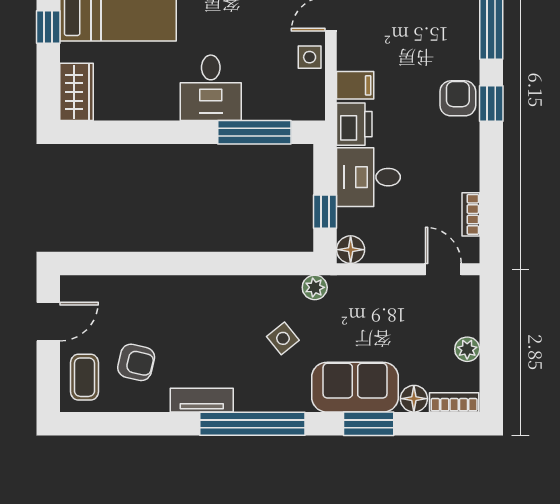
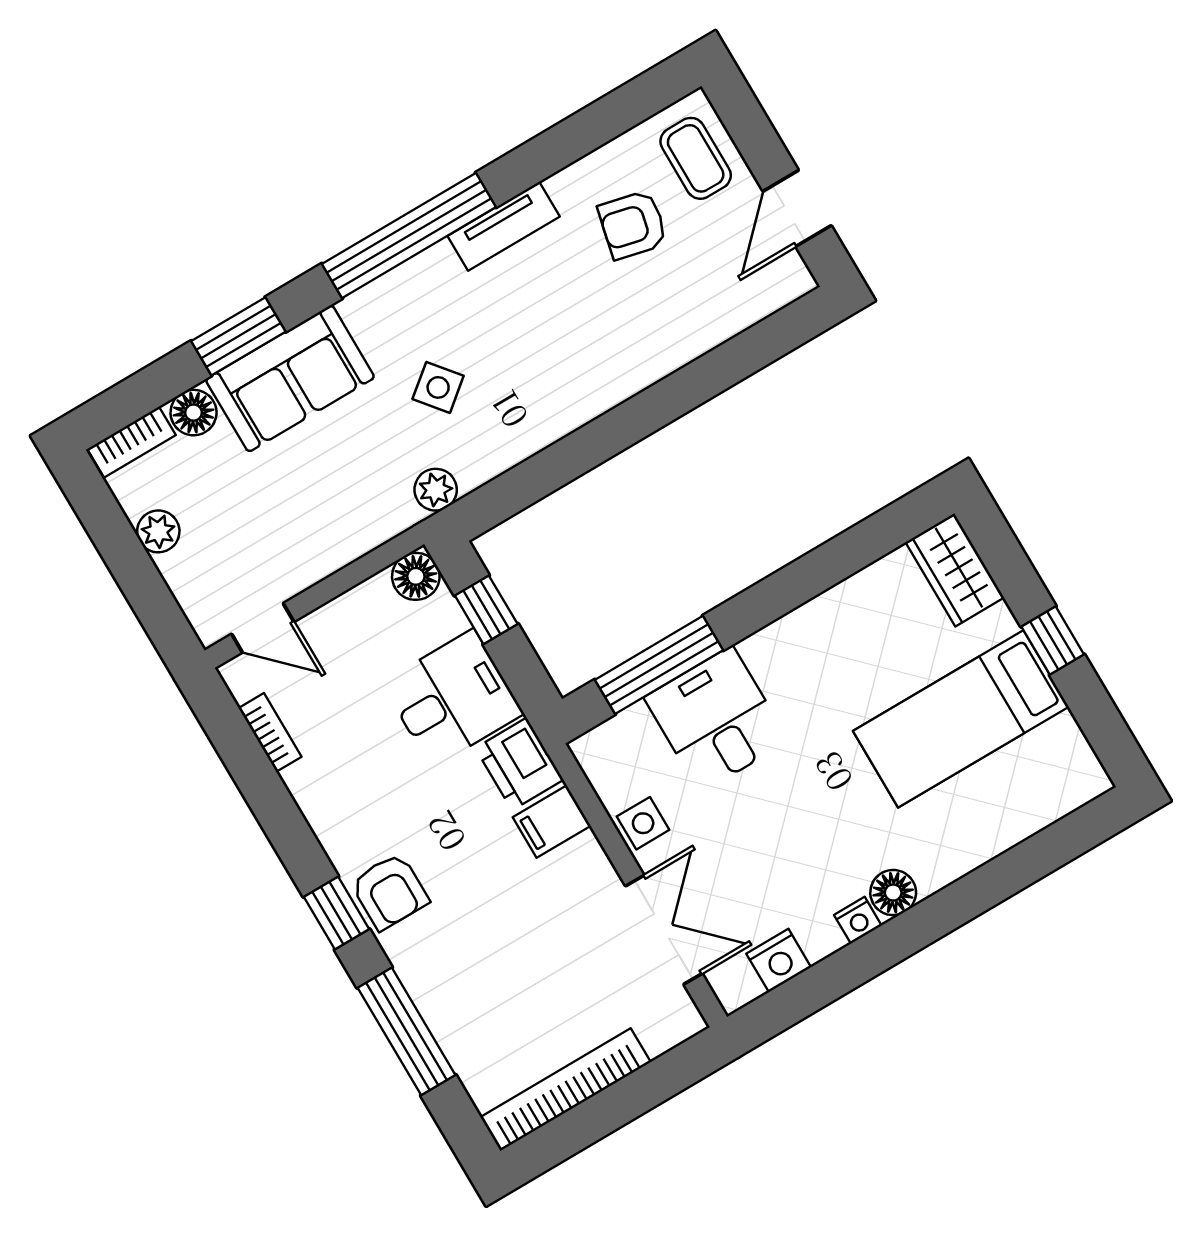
desk: (211, 88) -> (716, 719), moved

